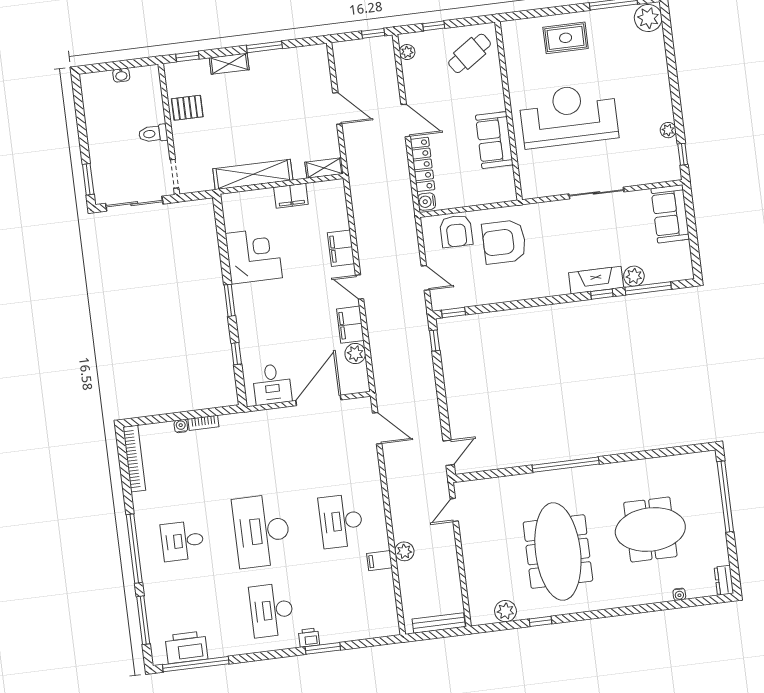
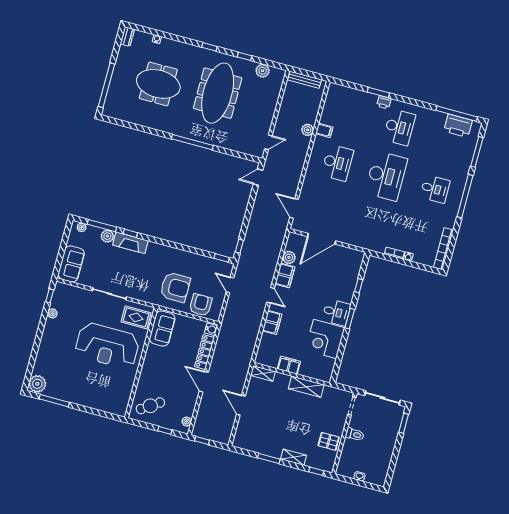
rug: (566, 38) -> (136, 317), moved
sofa: (494, 140) -> (162, 329), moved
shelving: (253, 174) -> (306, 387), width x0.68
plant: (677, 274) -> (82, 227), added
desk: (272, 384) -> (336, 312), moved, turned 90
window: (598, 614) -> (209, 47), added

